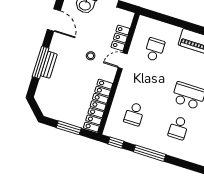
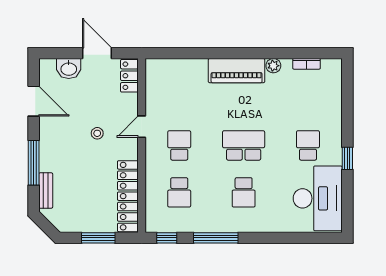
locker: (120, 38) -> (129, 76), moved
school desk: (154, 50) -> (179, 145), moved
bench: (49, 65) -> (46, 190), moved

